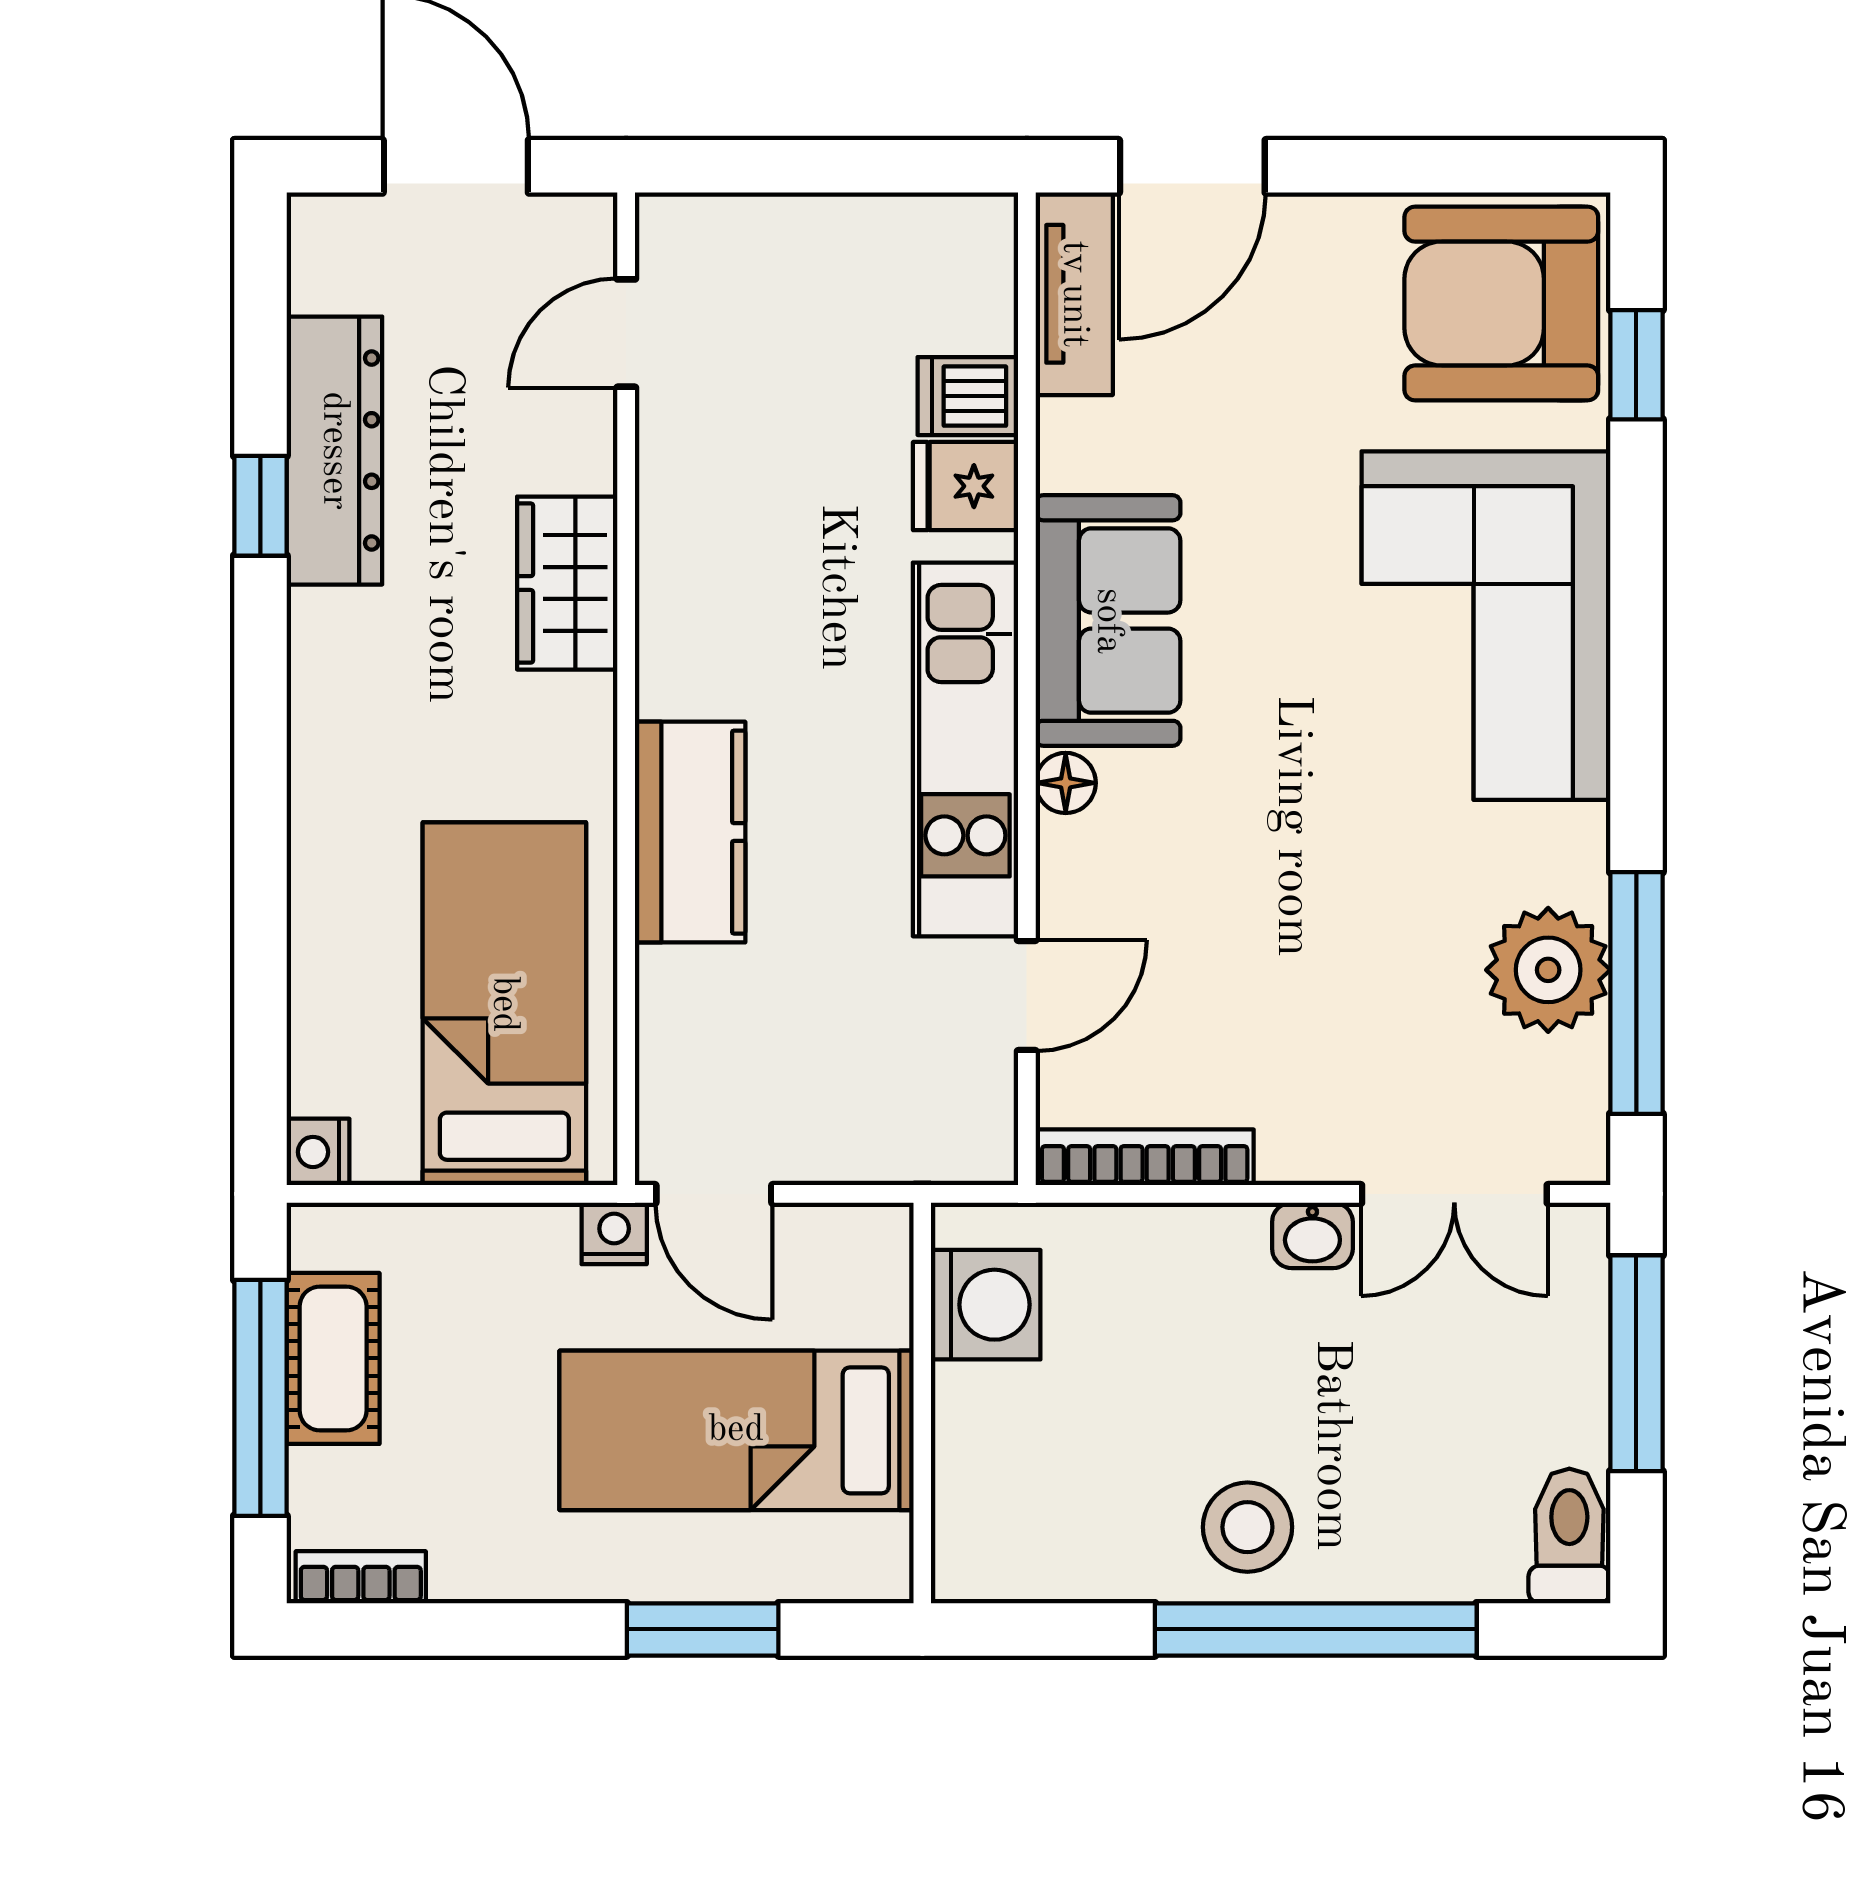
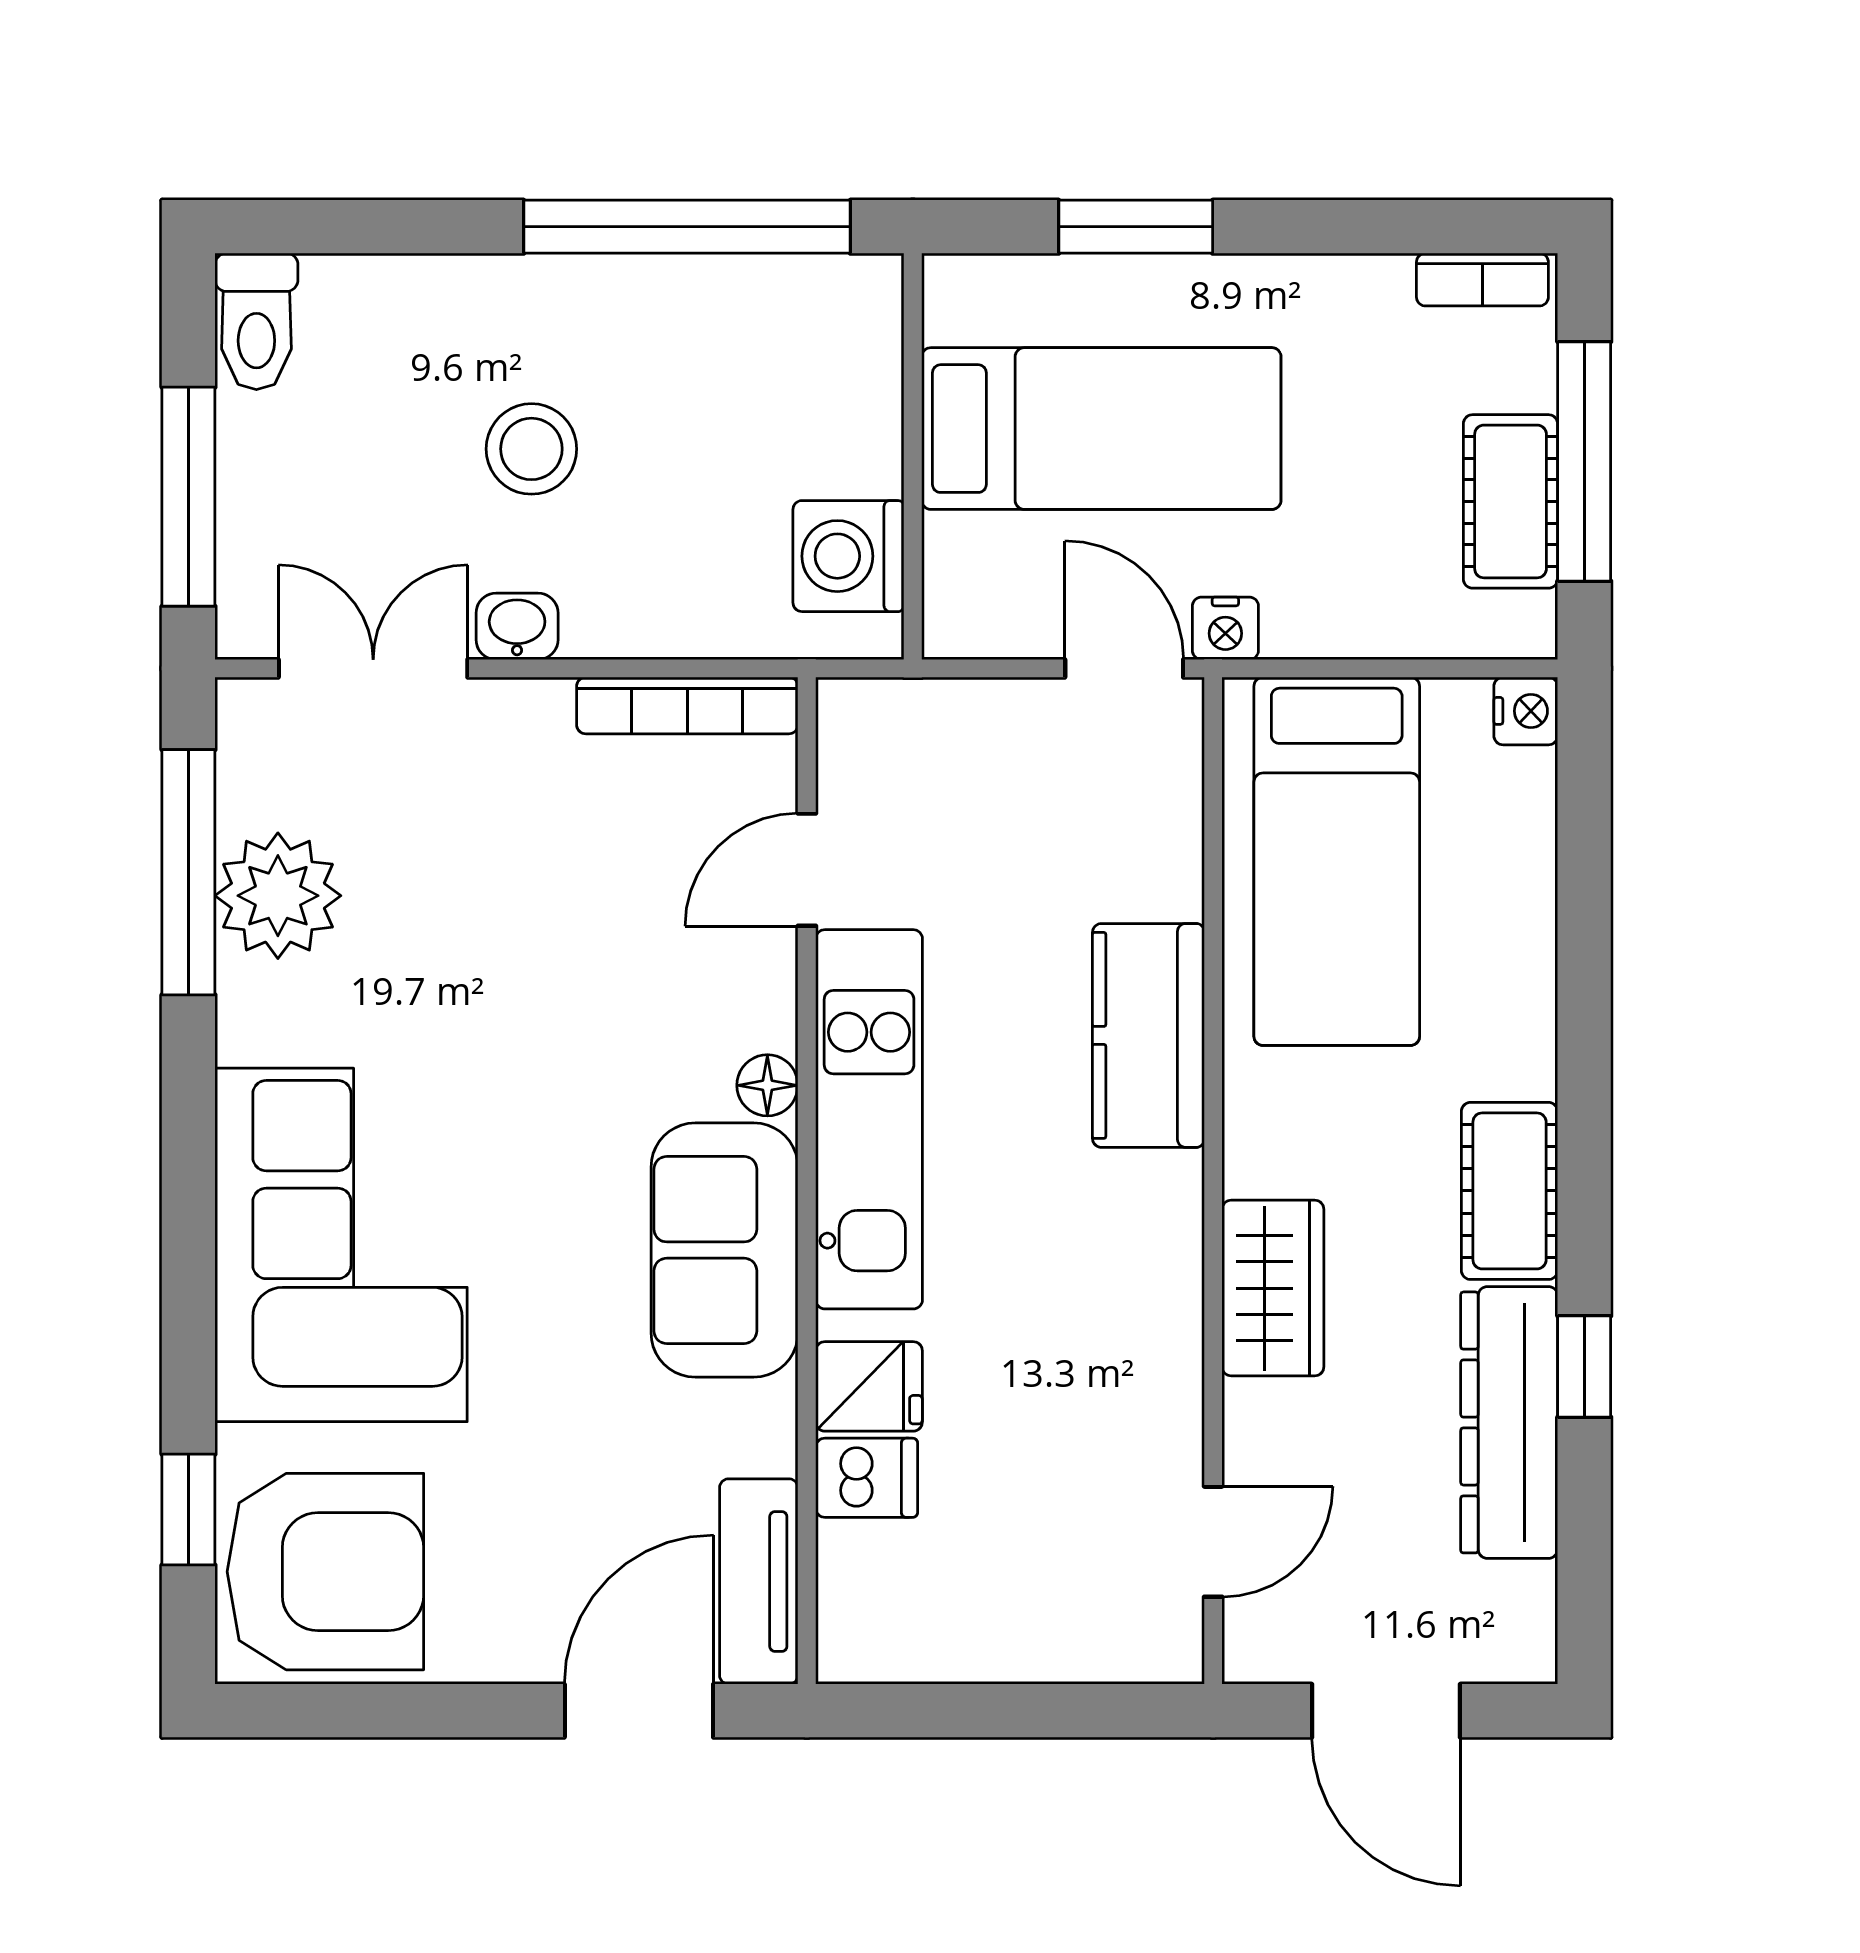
cot: (334, 679) -> (1510, 1191), added
stool: (1247, 1527) -> (531, 449), moved
window: (1316, 1629) -> (687, 227), moved

